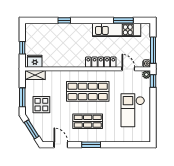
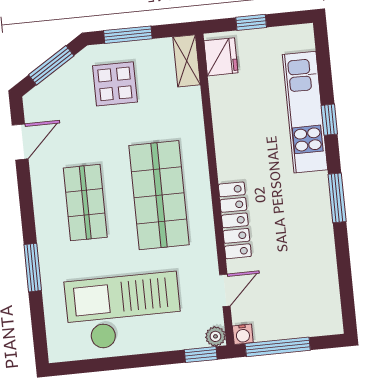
window: (123, 20) -> (337, 198), moved
kitchen unit: (117, 30) -> (305, 112), moved
checkout: (133, 110) -> (123, 311), width x1.36, depth x1.21
window: (91, 145) -> (33, 268), moved

